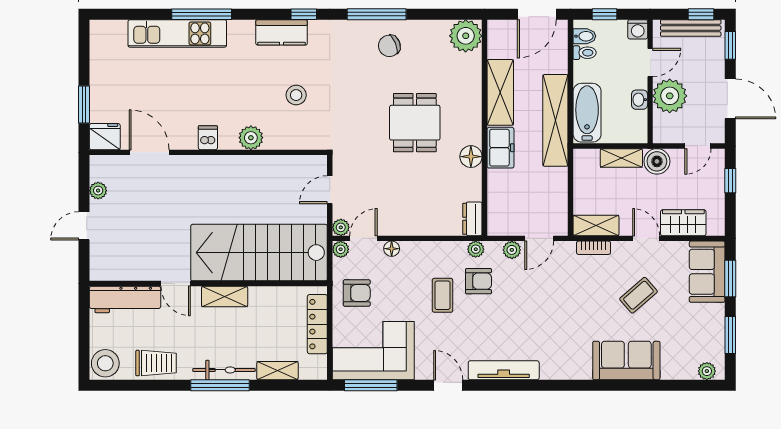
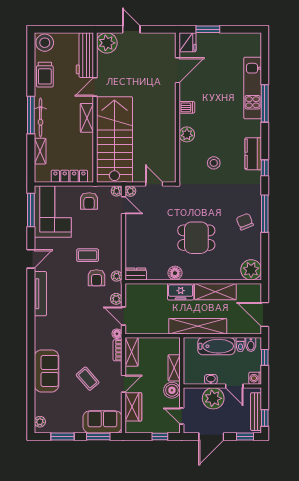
bathtub: (587, 113) -> (216, 346), moved
plant: (98, 191) -> (107, 43), moved, width x1.87, depth x1.87
floor lamp: (392, 249) -> (117, 334), moved

